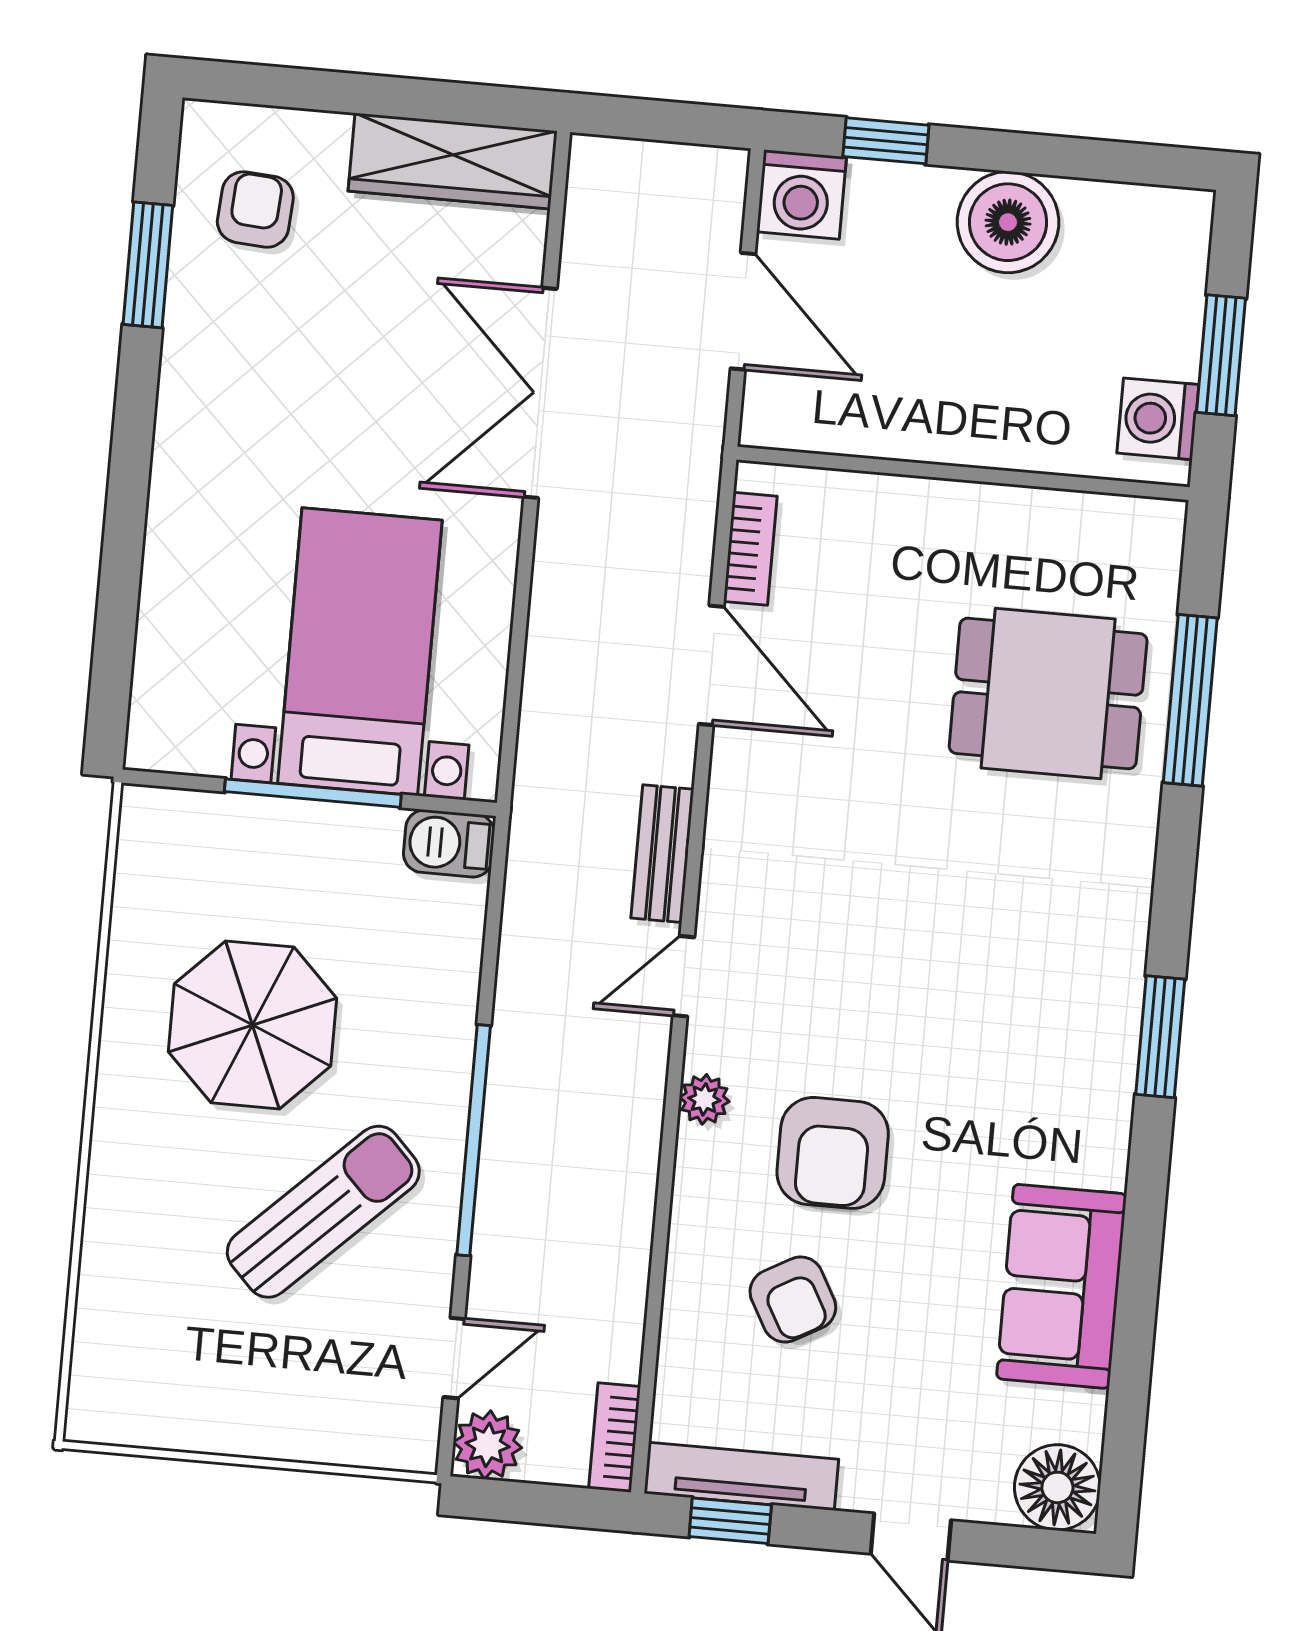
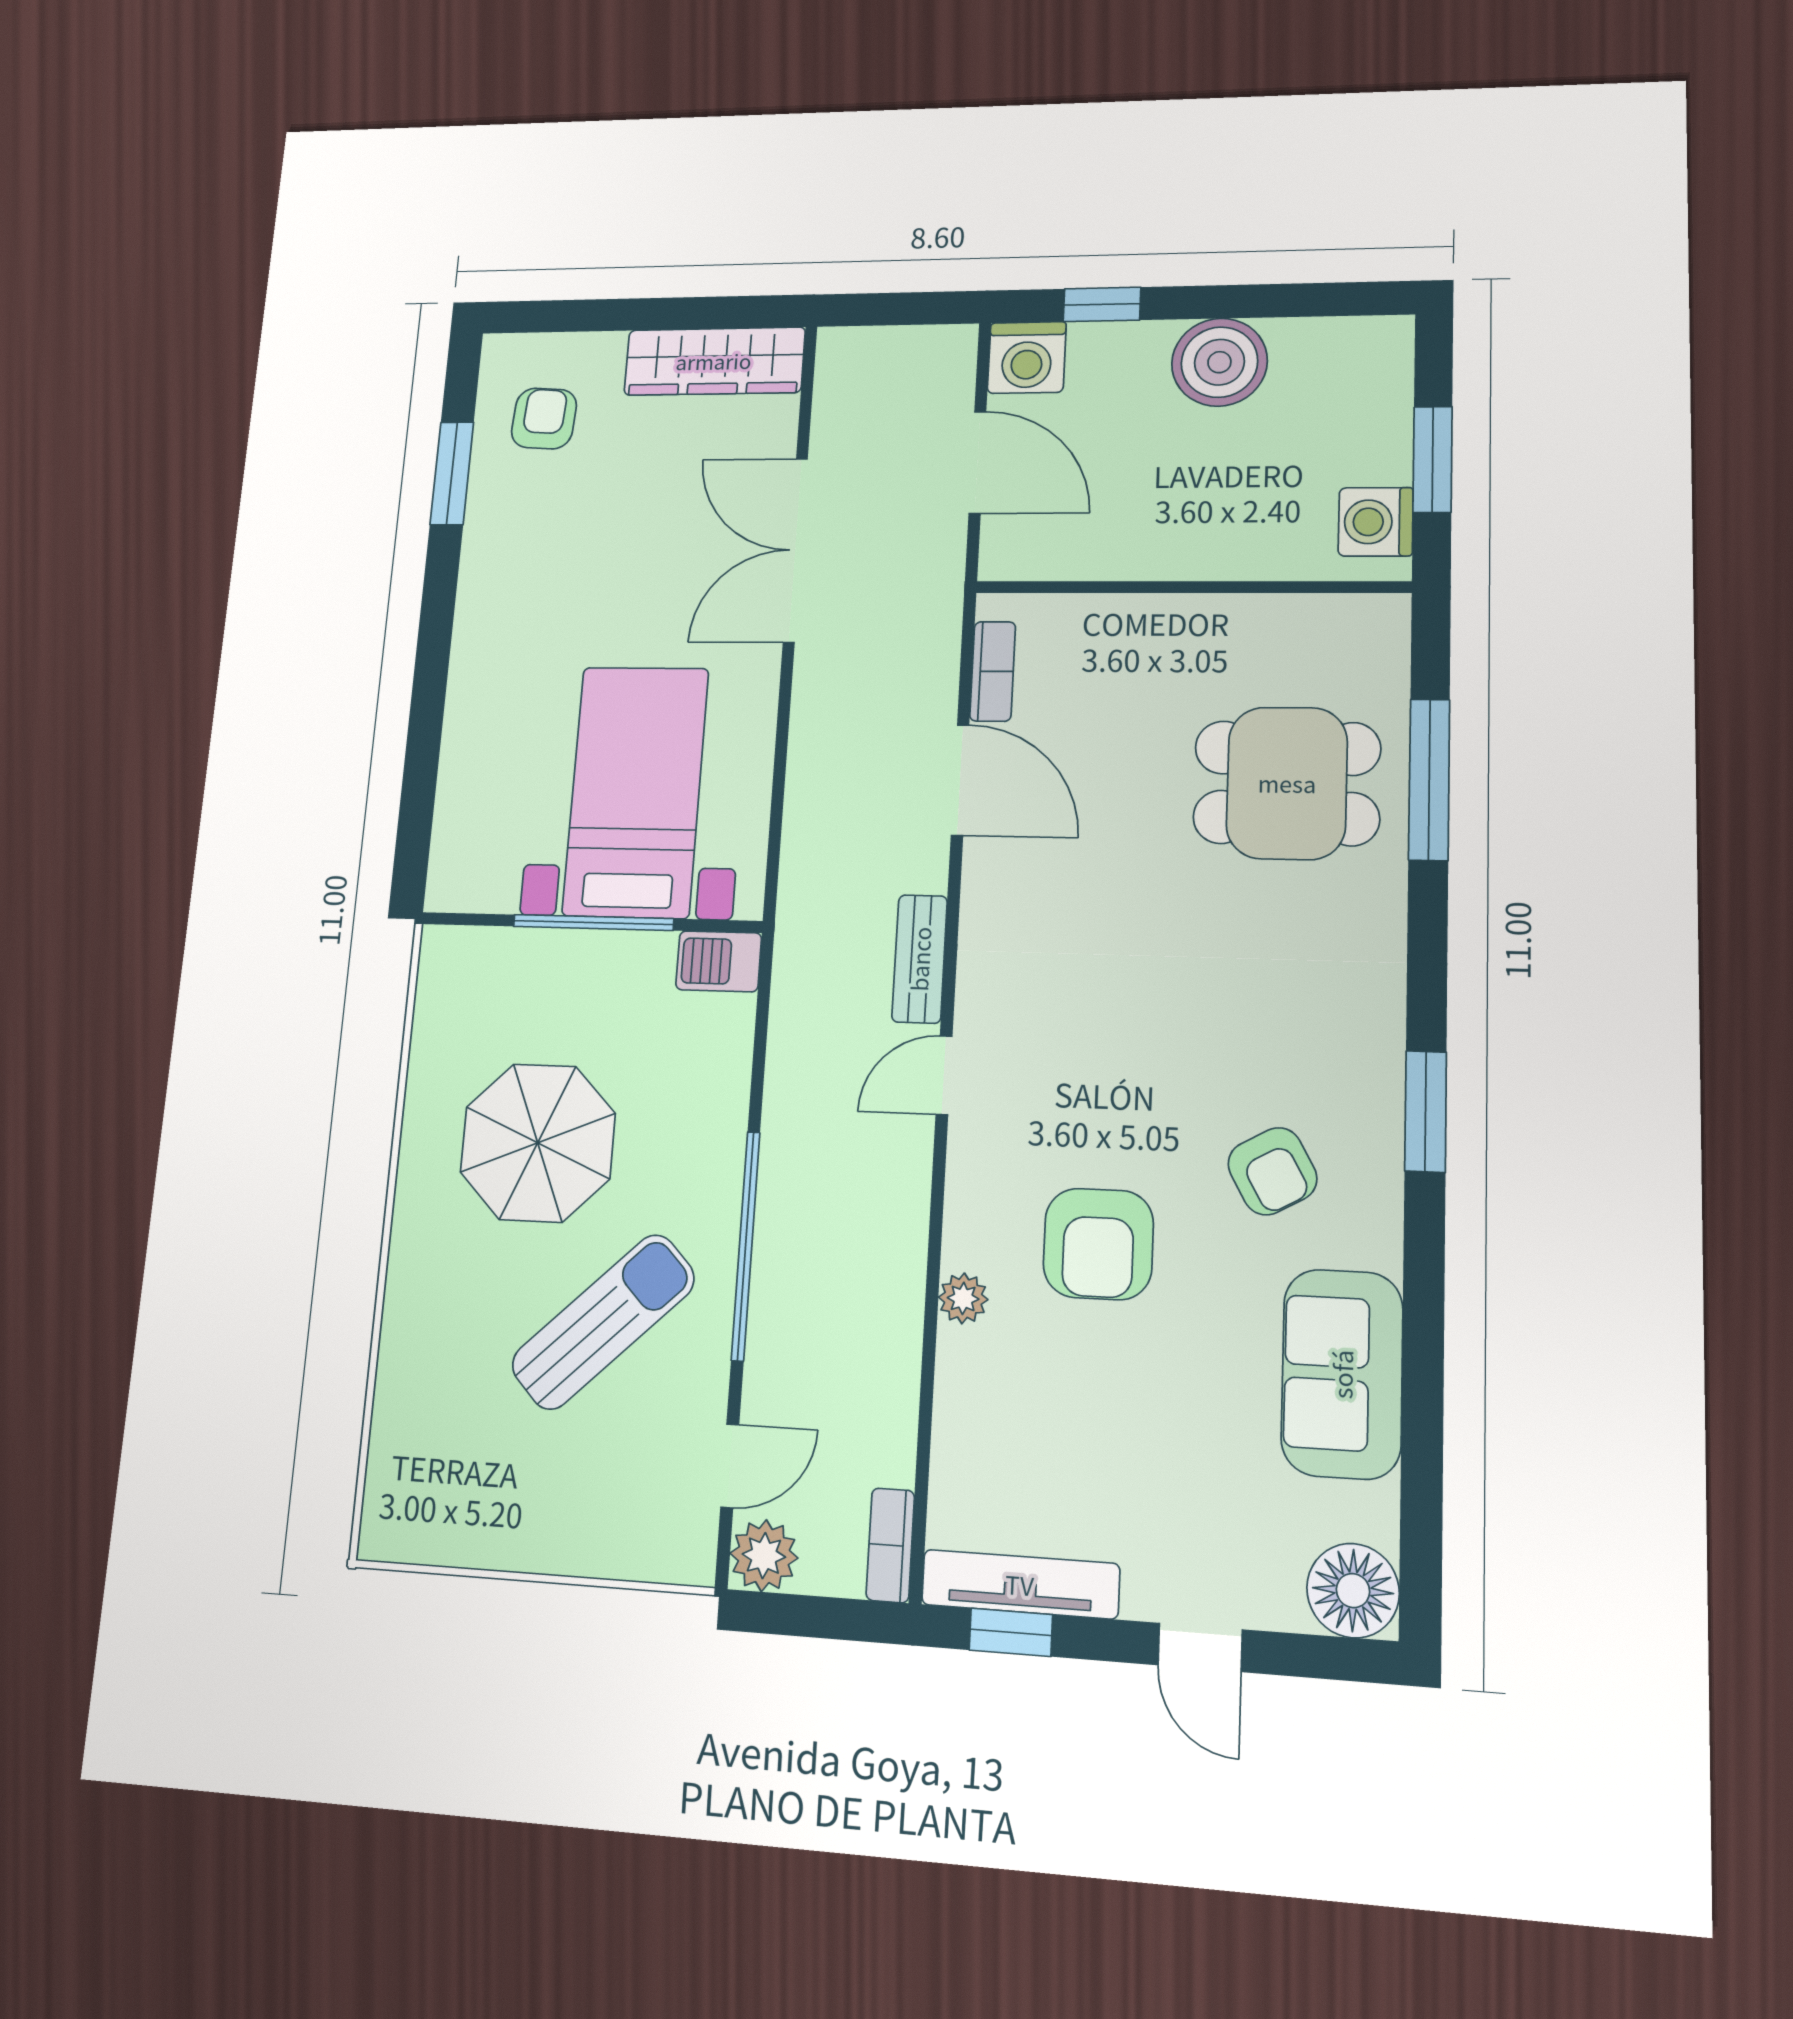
plant: (704, 1099) -> (963, 1298), moved
armchair: (793, 1300) -> (1272, 1171), moved

